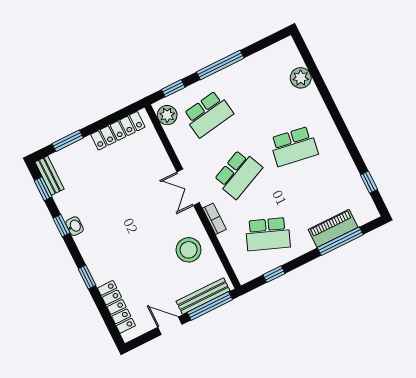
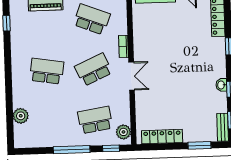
stool: (189, 250) -> (151, 33), removed

